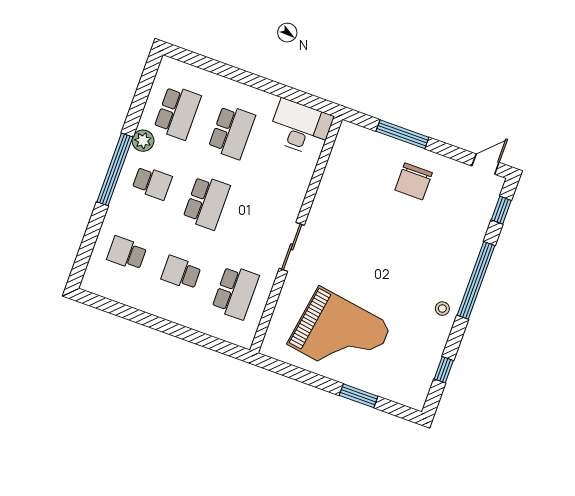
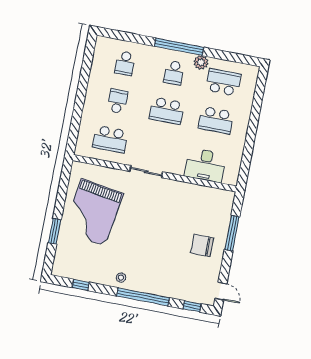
school desk: (177, 112) -> (223, 82), turned 180
desk: (300, 128) -> (205, 165), moved, turned 90
school desk: (127, 253) -> (125, 63), turned 180

